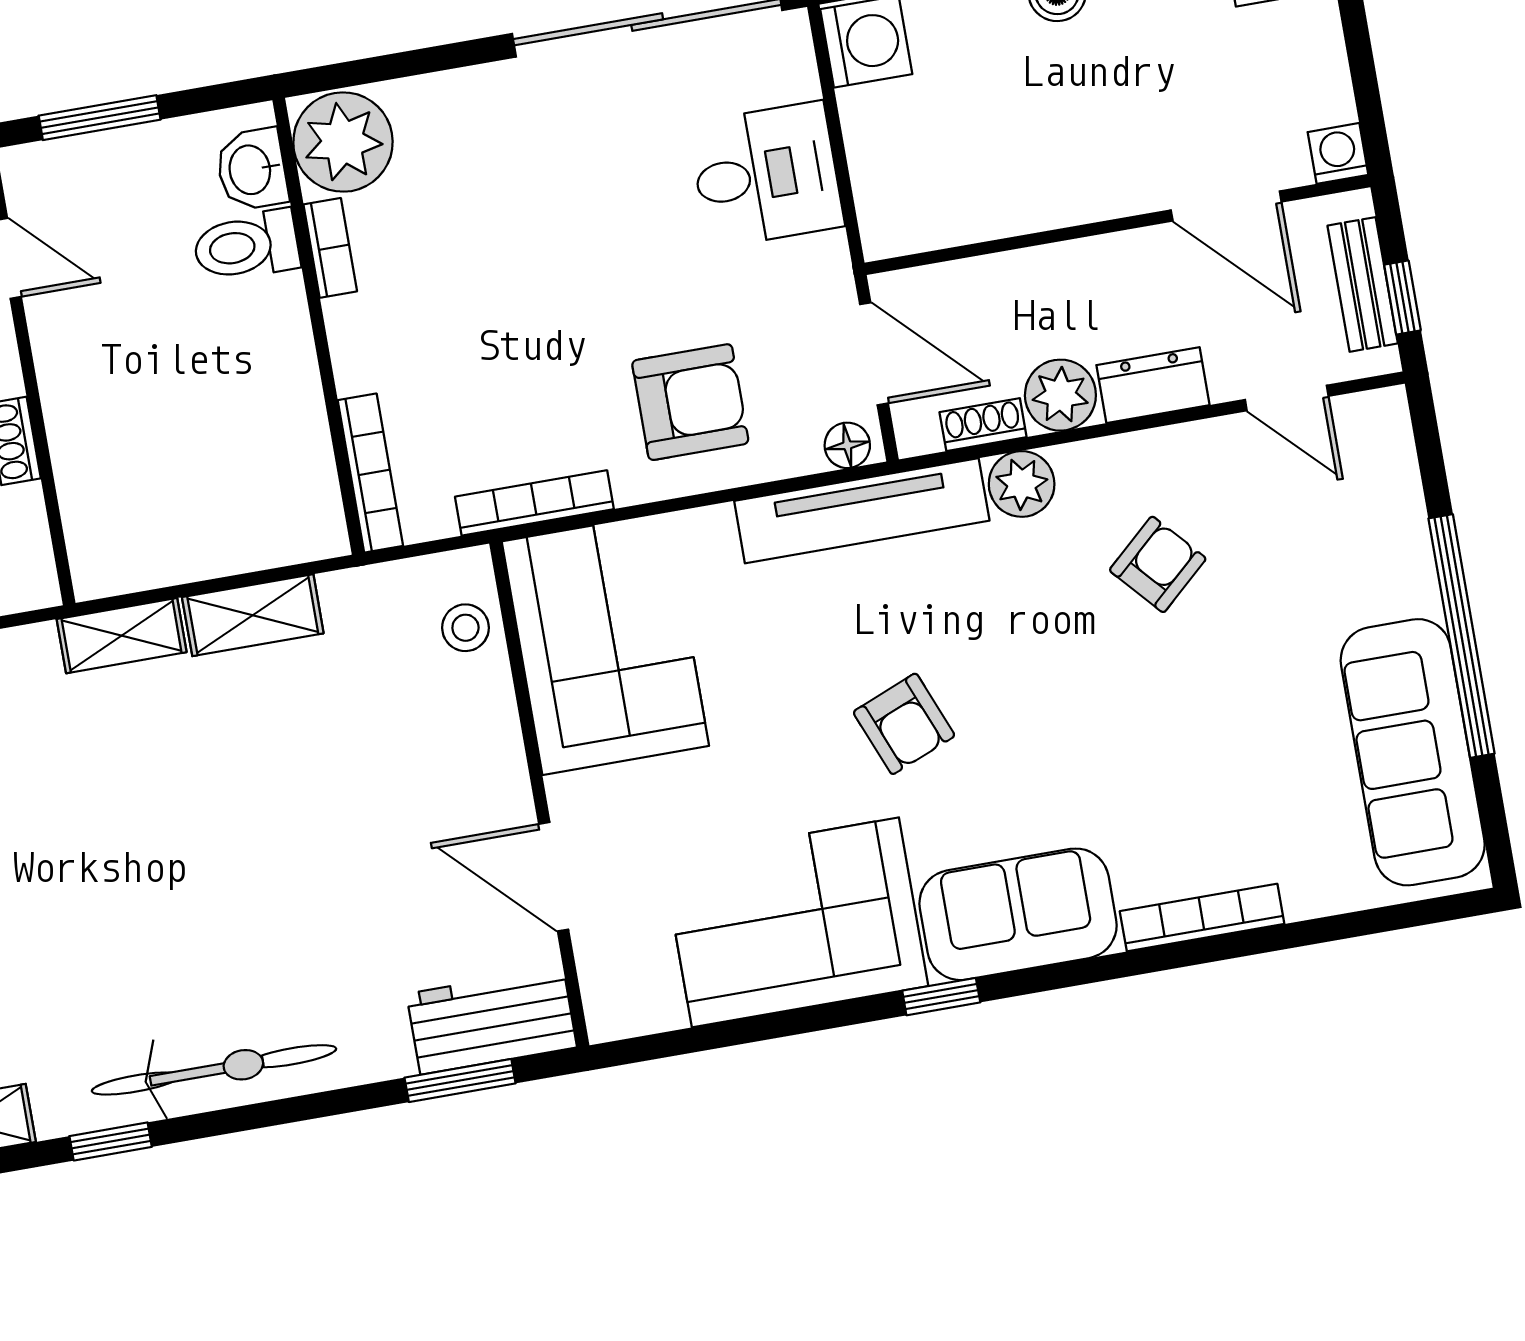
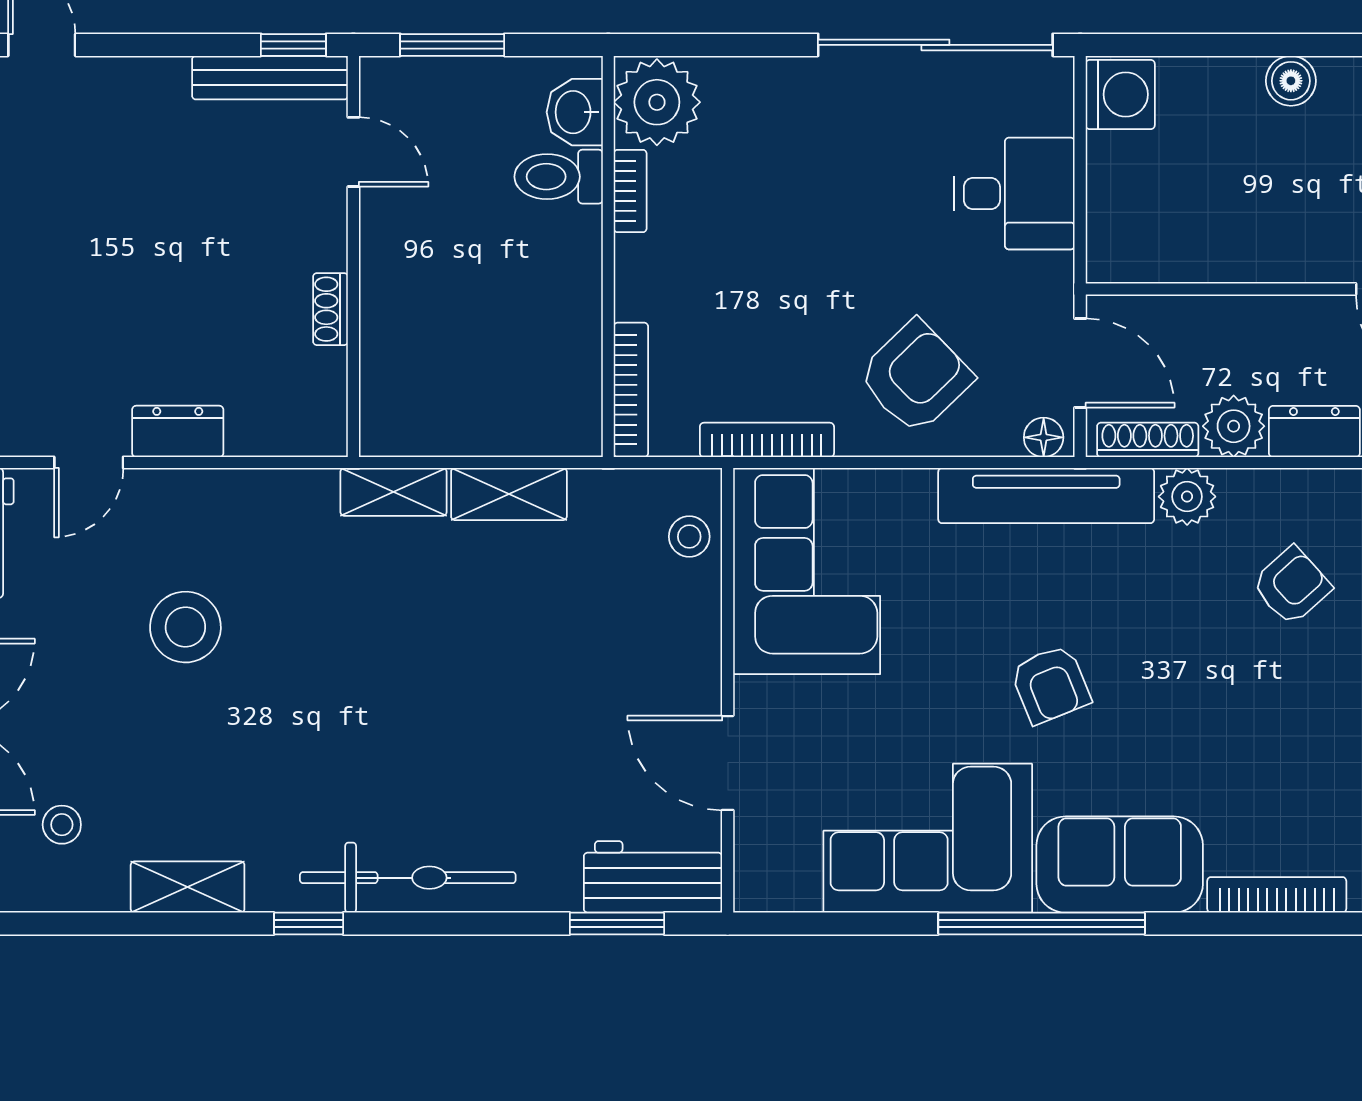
armchair: (690, 402) -> (916, 377), turned -44
shoe rack: (983, 425) -> (1148, 440), width x1.43
window: (941, 997) -> (1042, 923), width x3.17

